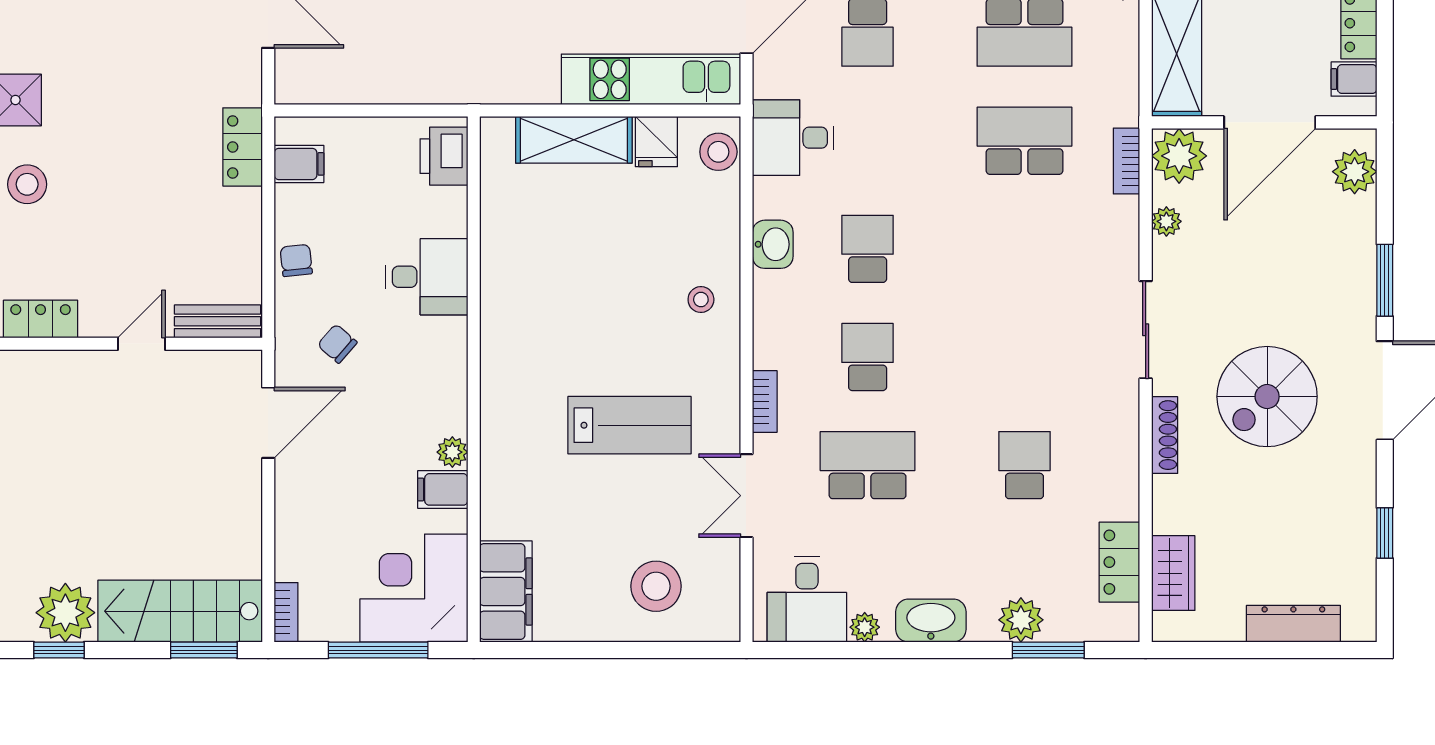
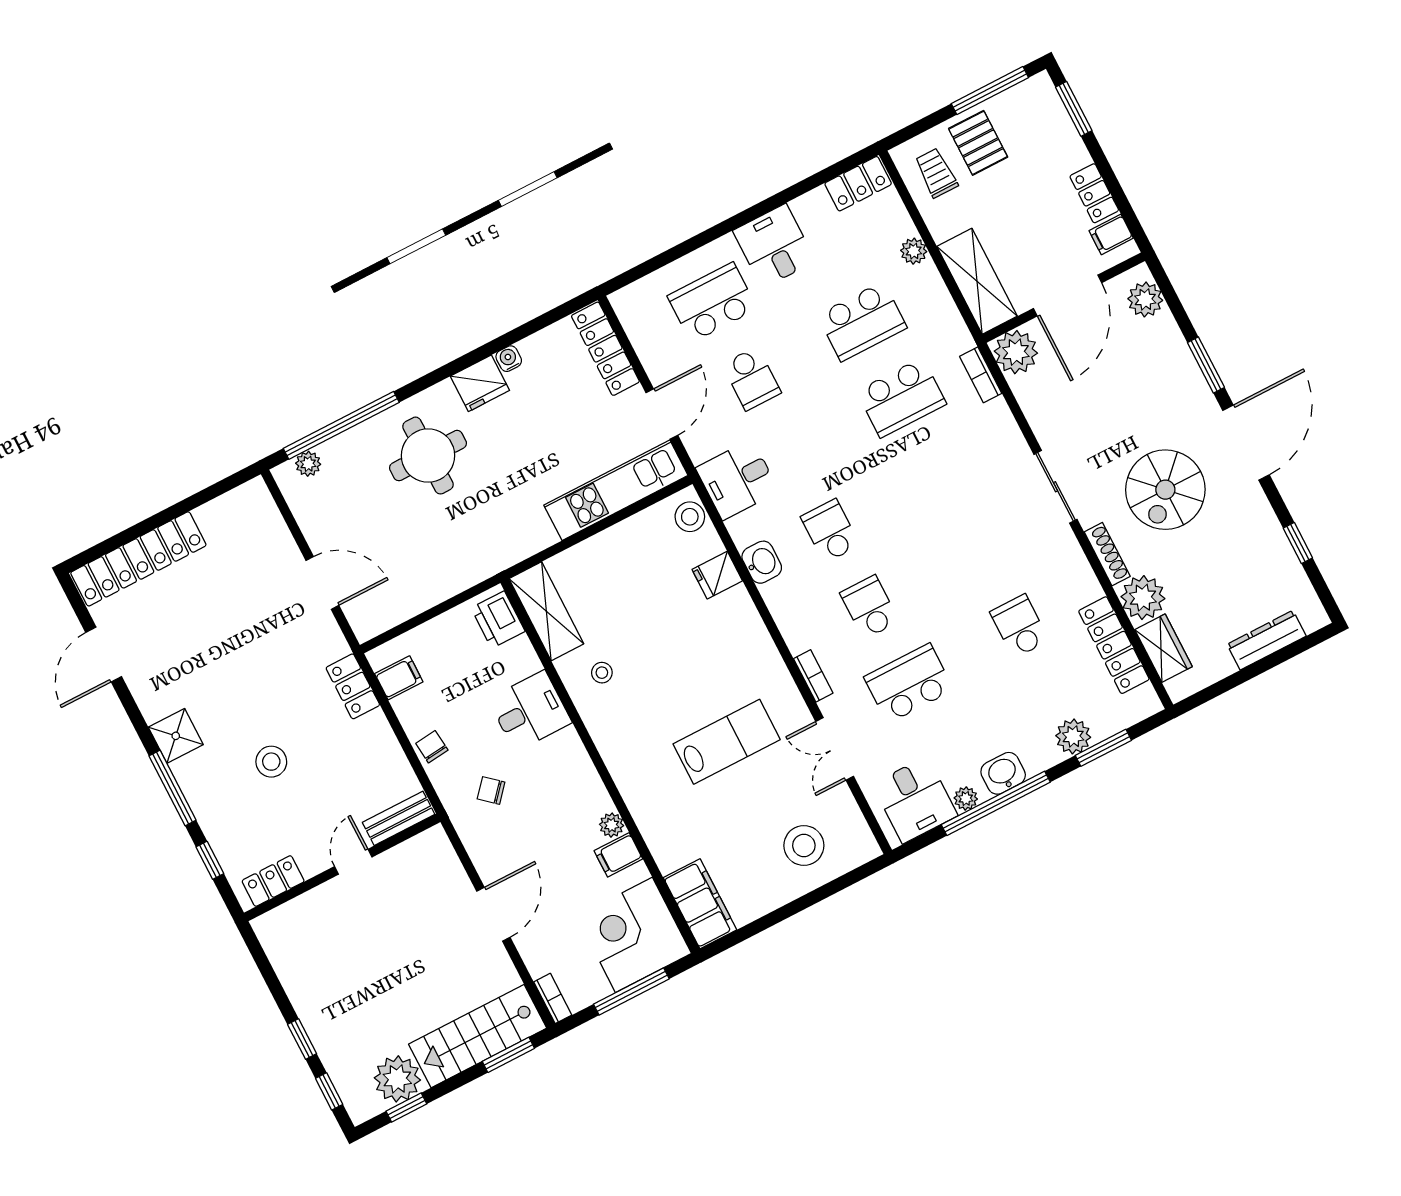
shelving: (574, 140) -> (546, 611), moved, turned 90
school desk: (1024, 141) -> (901, 398), turned 180
fridge: (656, 142) -> (717, 575), moved, turned 90
stool: (27, 184) -> (271, 762), moved
plant: (1166, 221) -> (1143, 598), moved, width x1.88, depth x1.88
stool: (701, 300) -> (602, 673), moved
door: (268, 423) -> (493, 914), moved
locker: (1119, 562) -> (1114, 645), width x1.53
washbasin: (931, 621) -> (1003, 773), width x0.72
window: (895, 650) -> (996, 803), added

